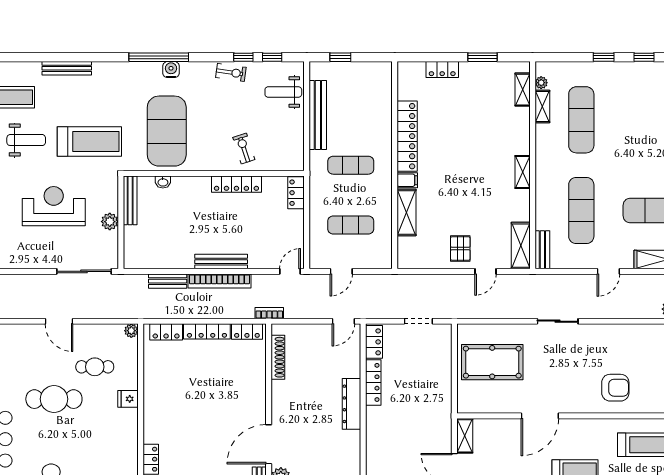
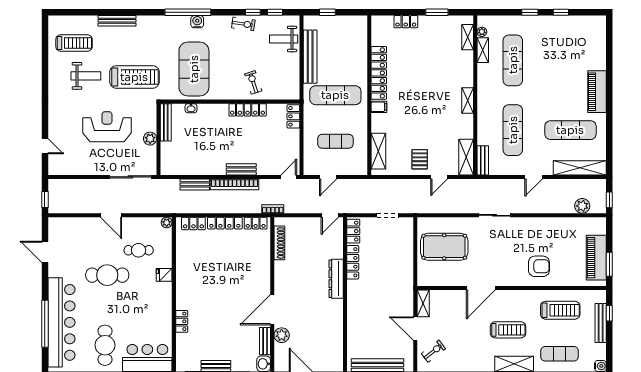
exercise mat: (351, 165) -> (335, 95), width x1.36, depth x1.45
shelving: (407, 213) -> (378, 151), moved
bench: (221, 262) -> (241, 169), width x0.73

